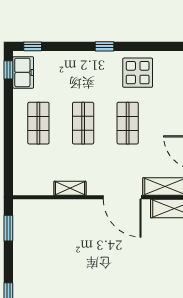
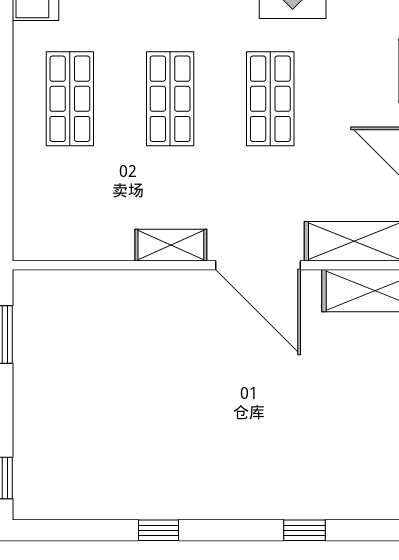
shelving: (70, 188) -> (171, 245), moved

